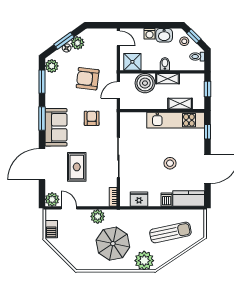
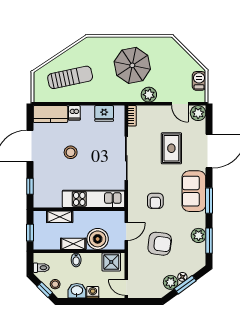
plant: (52, 66) -> (199, 235), moved
kitchen unit: (176, 120) -> (94, 199), moved
sun lounger: (170, 232) -> (70, 77), turned 180
plant: (144, 261) -> (98, 47), removed

